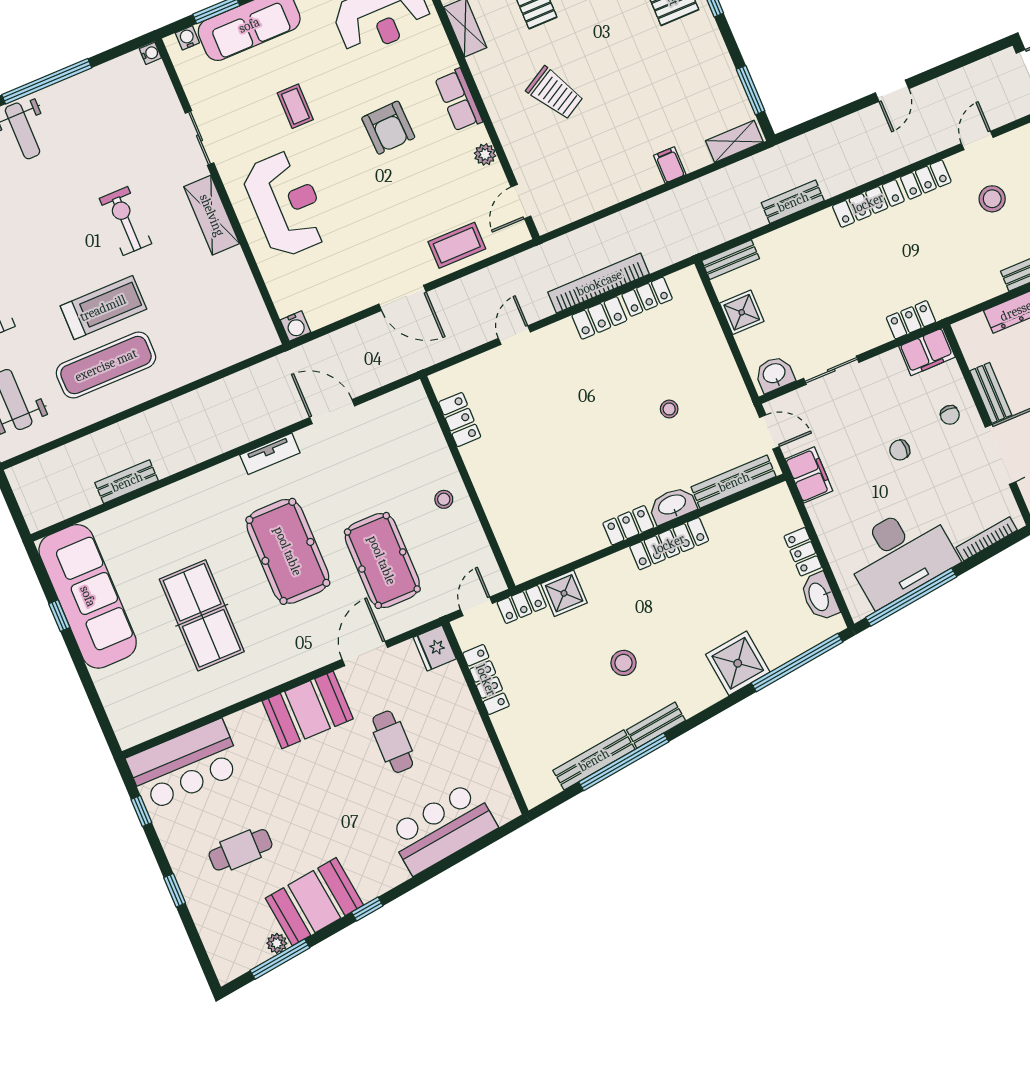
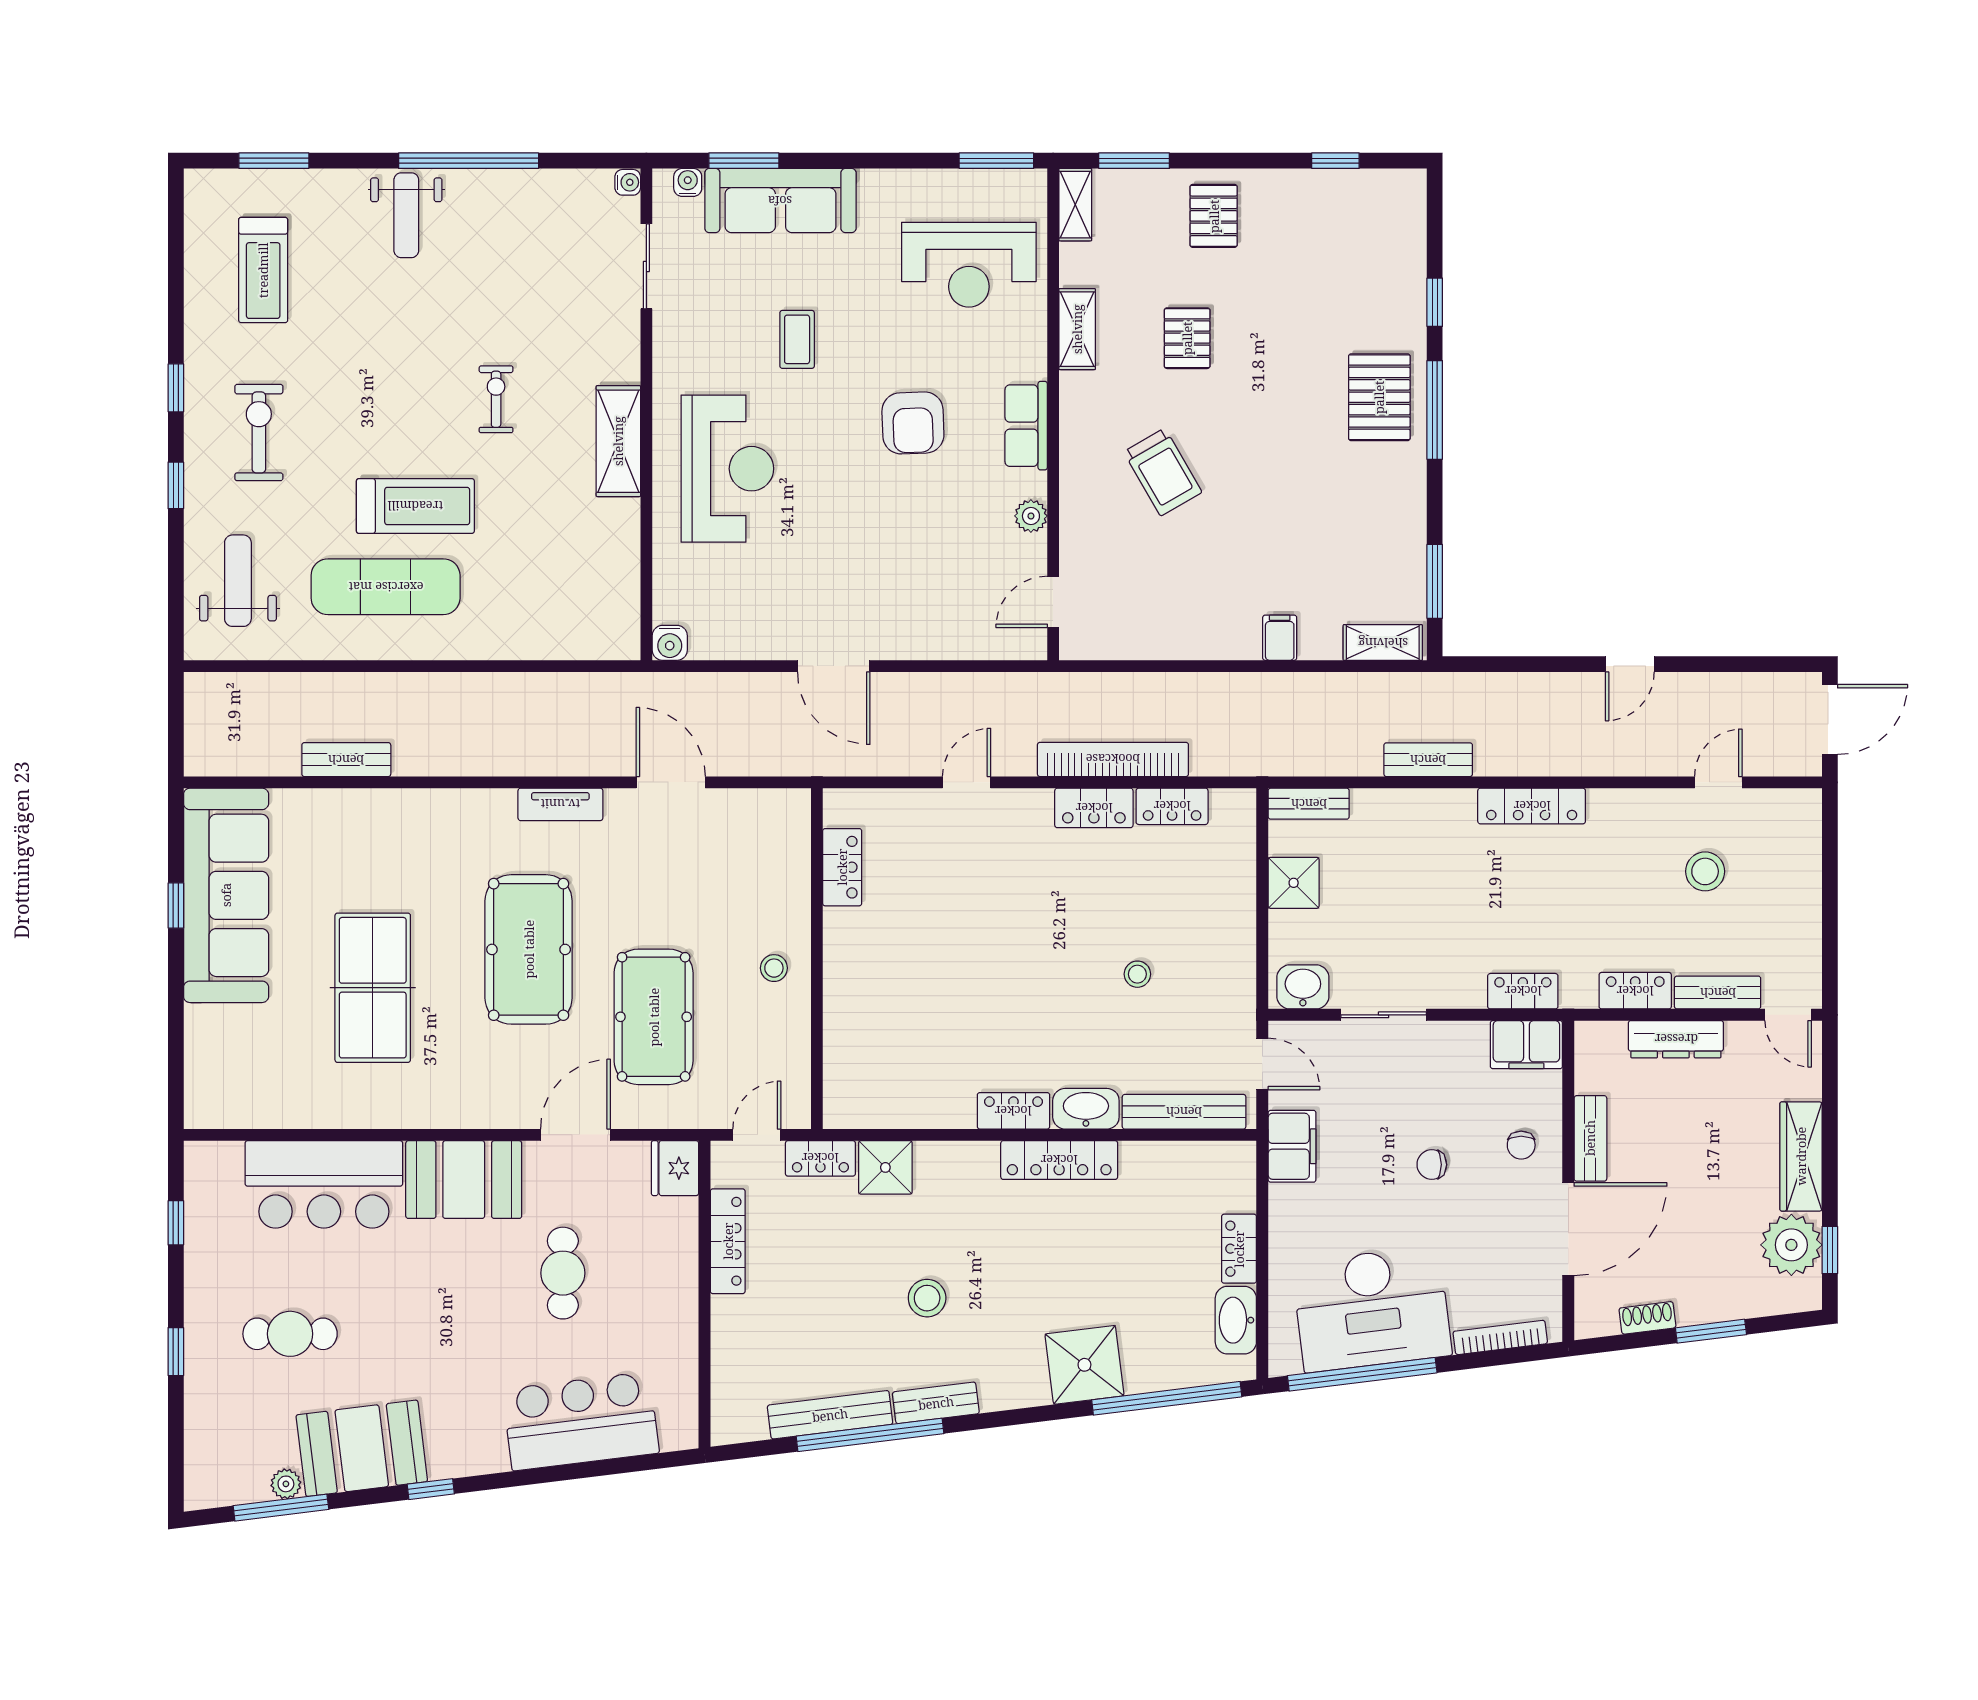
sliding door: (200, 138) -> (646, 266), moved
locker: (926, 180) -> (1635, 991), moved, turned 180
exercise bike: (125, 221) -> (496, 399), width x0.73, depth x0.72
coffee table: (457, 245) -> (939, 625), removed
bar counter: (185, 765) -> (324, 1184), moved

